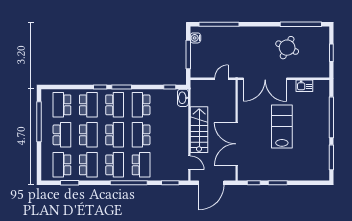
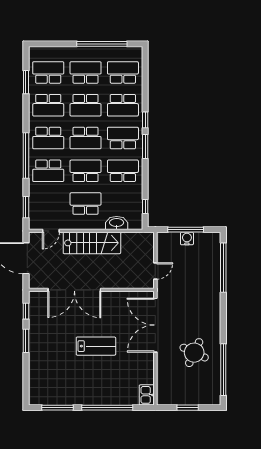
water cooler: (195, 38) -> (187, 239), moved
door: (221, 79) -> (155, 271), hinge flipped
kitchen sink: (304, 86) -> (147, 395), moved
washbasin: (183, 98) -> (117, 223), moved
school desk: (115, 105) -> (123, 138), turned 180
lab bench: (282, 127) -> (96, 346), width x0.73, depth x0.72
school desk: (62, 135) -> (86, 72), turned 180
school desk: (167, 135) -> (86, 204), added
double door: (237, 144) -> (74, 290), swing flipped

